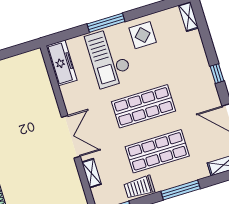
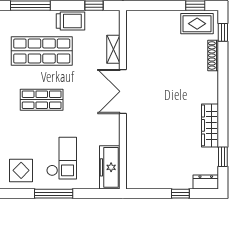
checkout: (109, 58) -> (62, 158), width x0.73, depth x0.83
shop shelf: (144, 106) -> (42, 100), width x0.70, depth x0.74

